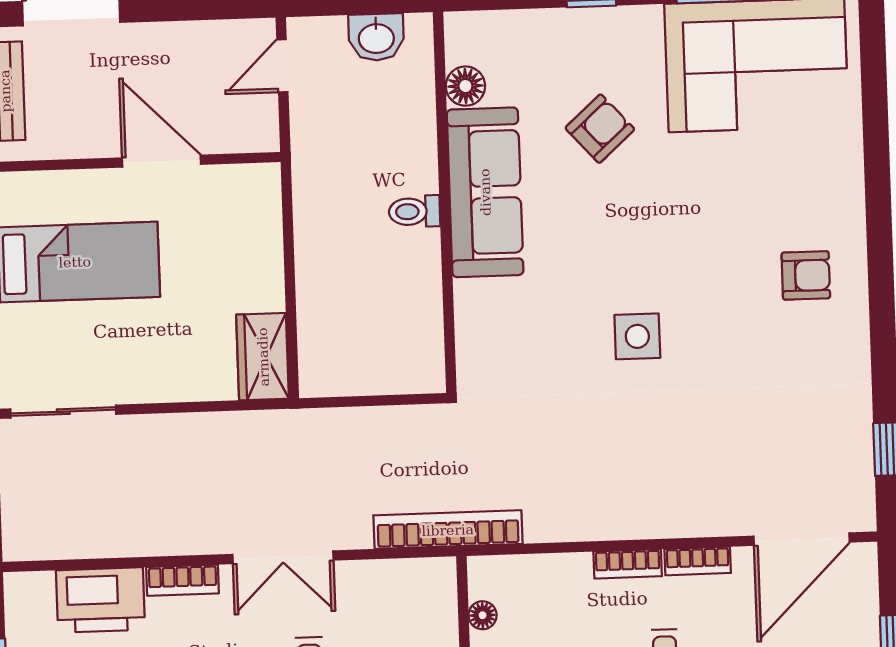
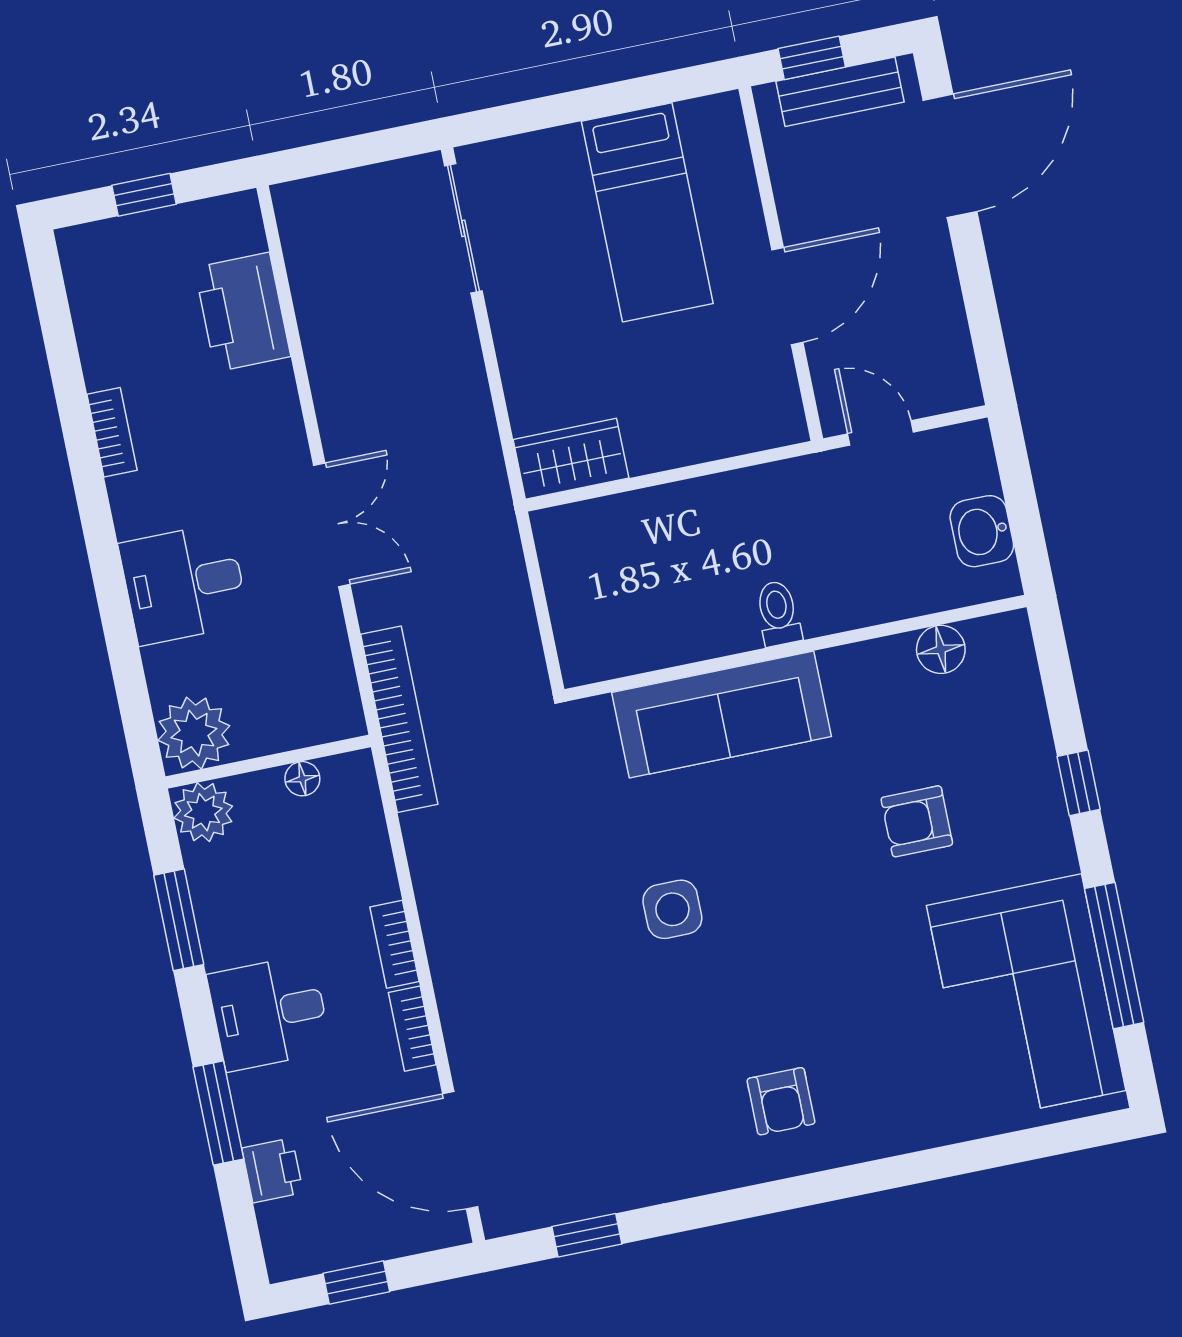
door: (282, 66) -> (880, 433), moved
armchair: (600, 129) -> (917, 821), turned 132
sofa: (485, 192) -> (722, 714), moved
double door: (283, 557) -> (332, 525), swing flipped
bookcase: (183, 580) -> (283, 408), removed

